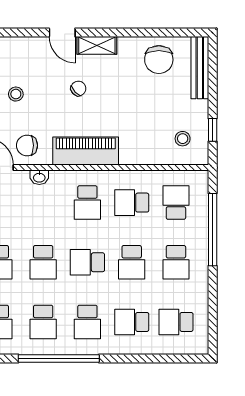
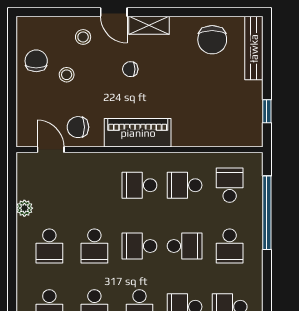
chair: (78, 88) -> (130, 69), turned -136
stool: (183, 139) -> (83, 37), moved
washbasin: (39, 177) -> (90, 159), removed
school desk: (87, 203) -> (139, 185), turned 90
school desk: (132, 262) -> (185, 246), turned -90

